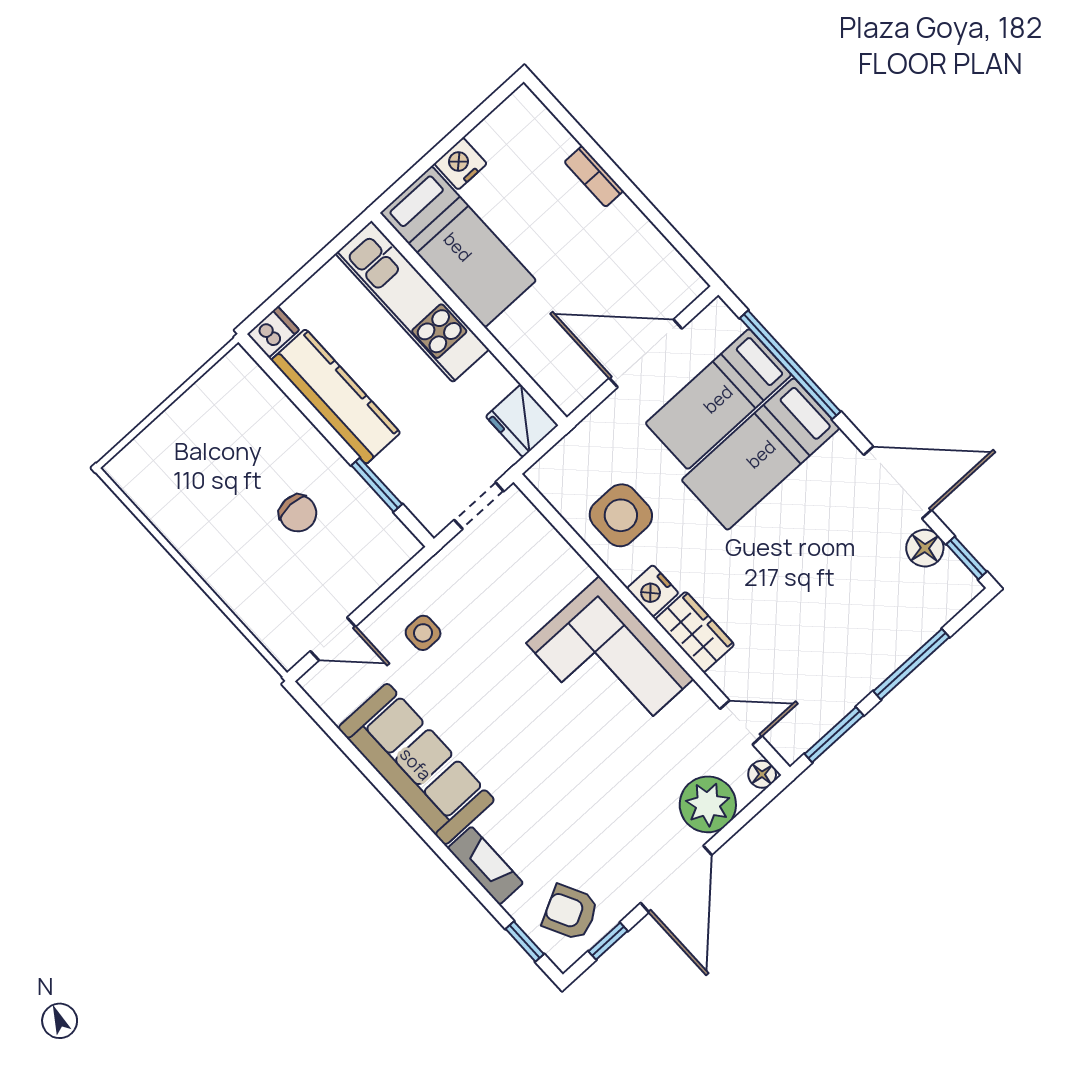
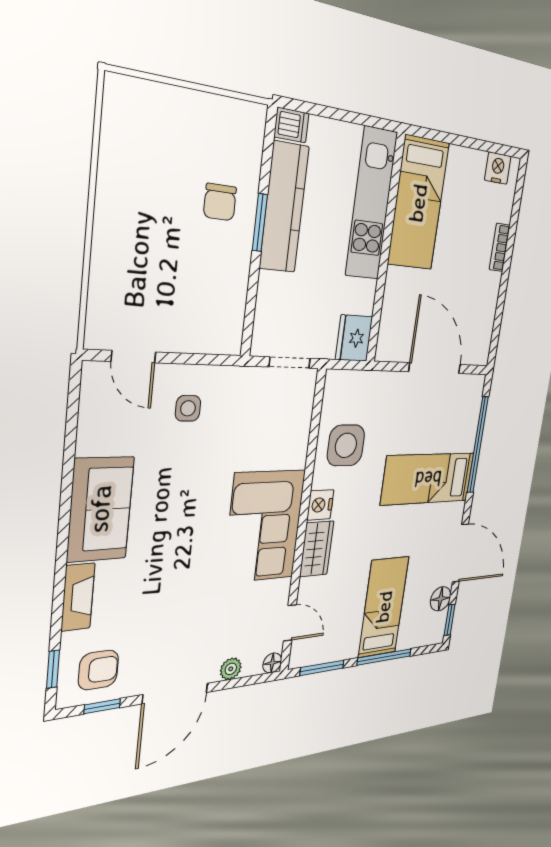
nightstand: (460, 164) -> (498, 168), moved
bed: (718, 399) -> (384, 607), moved, turned 90
window: (377, 485) -> (260, 223), moved
chair: (298, 513) -> (220, 202), moved
sofa: (416, 764) -> (100, 509), width x0.73
plant: (708, 804) -> (231, 669), width x0.53, depth x0.53
armchair: (570, 912) -> (98, 670), turned 117

